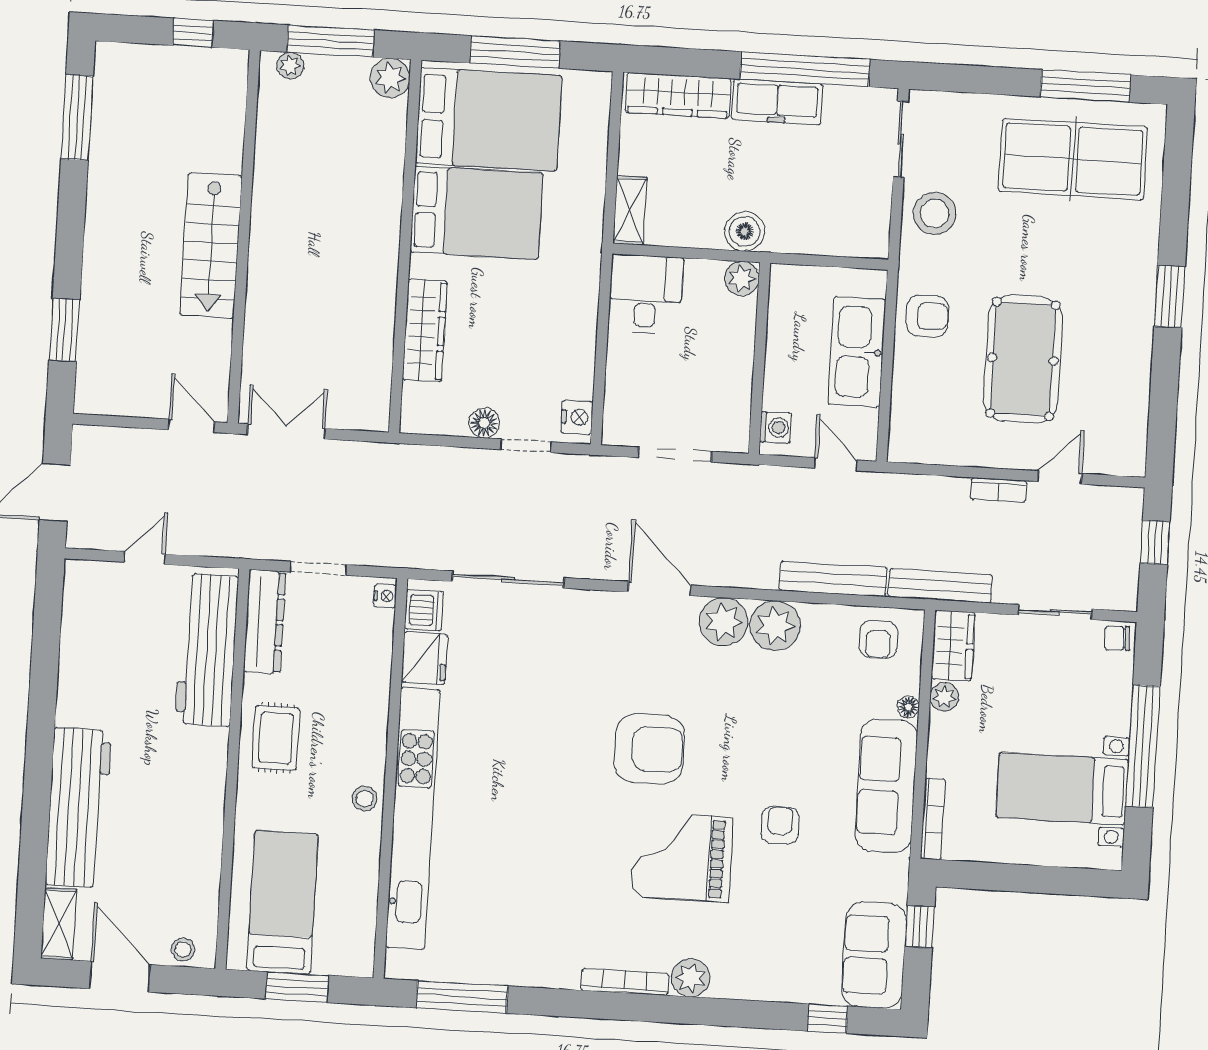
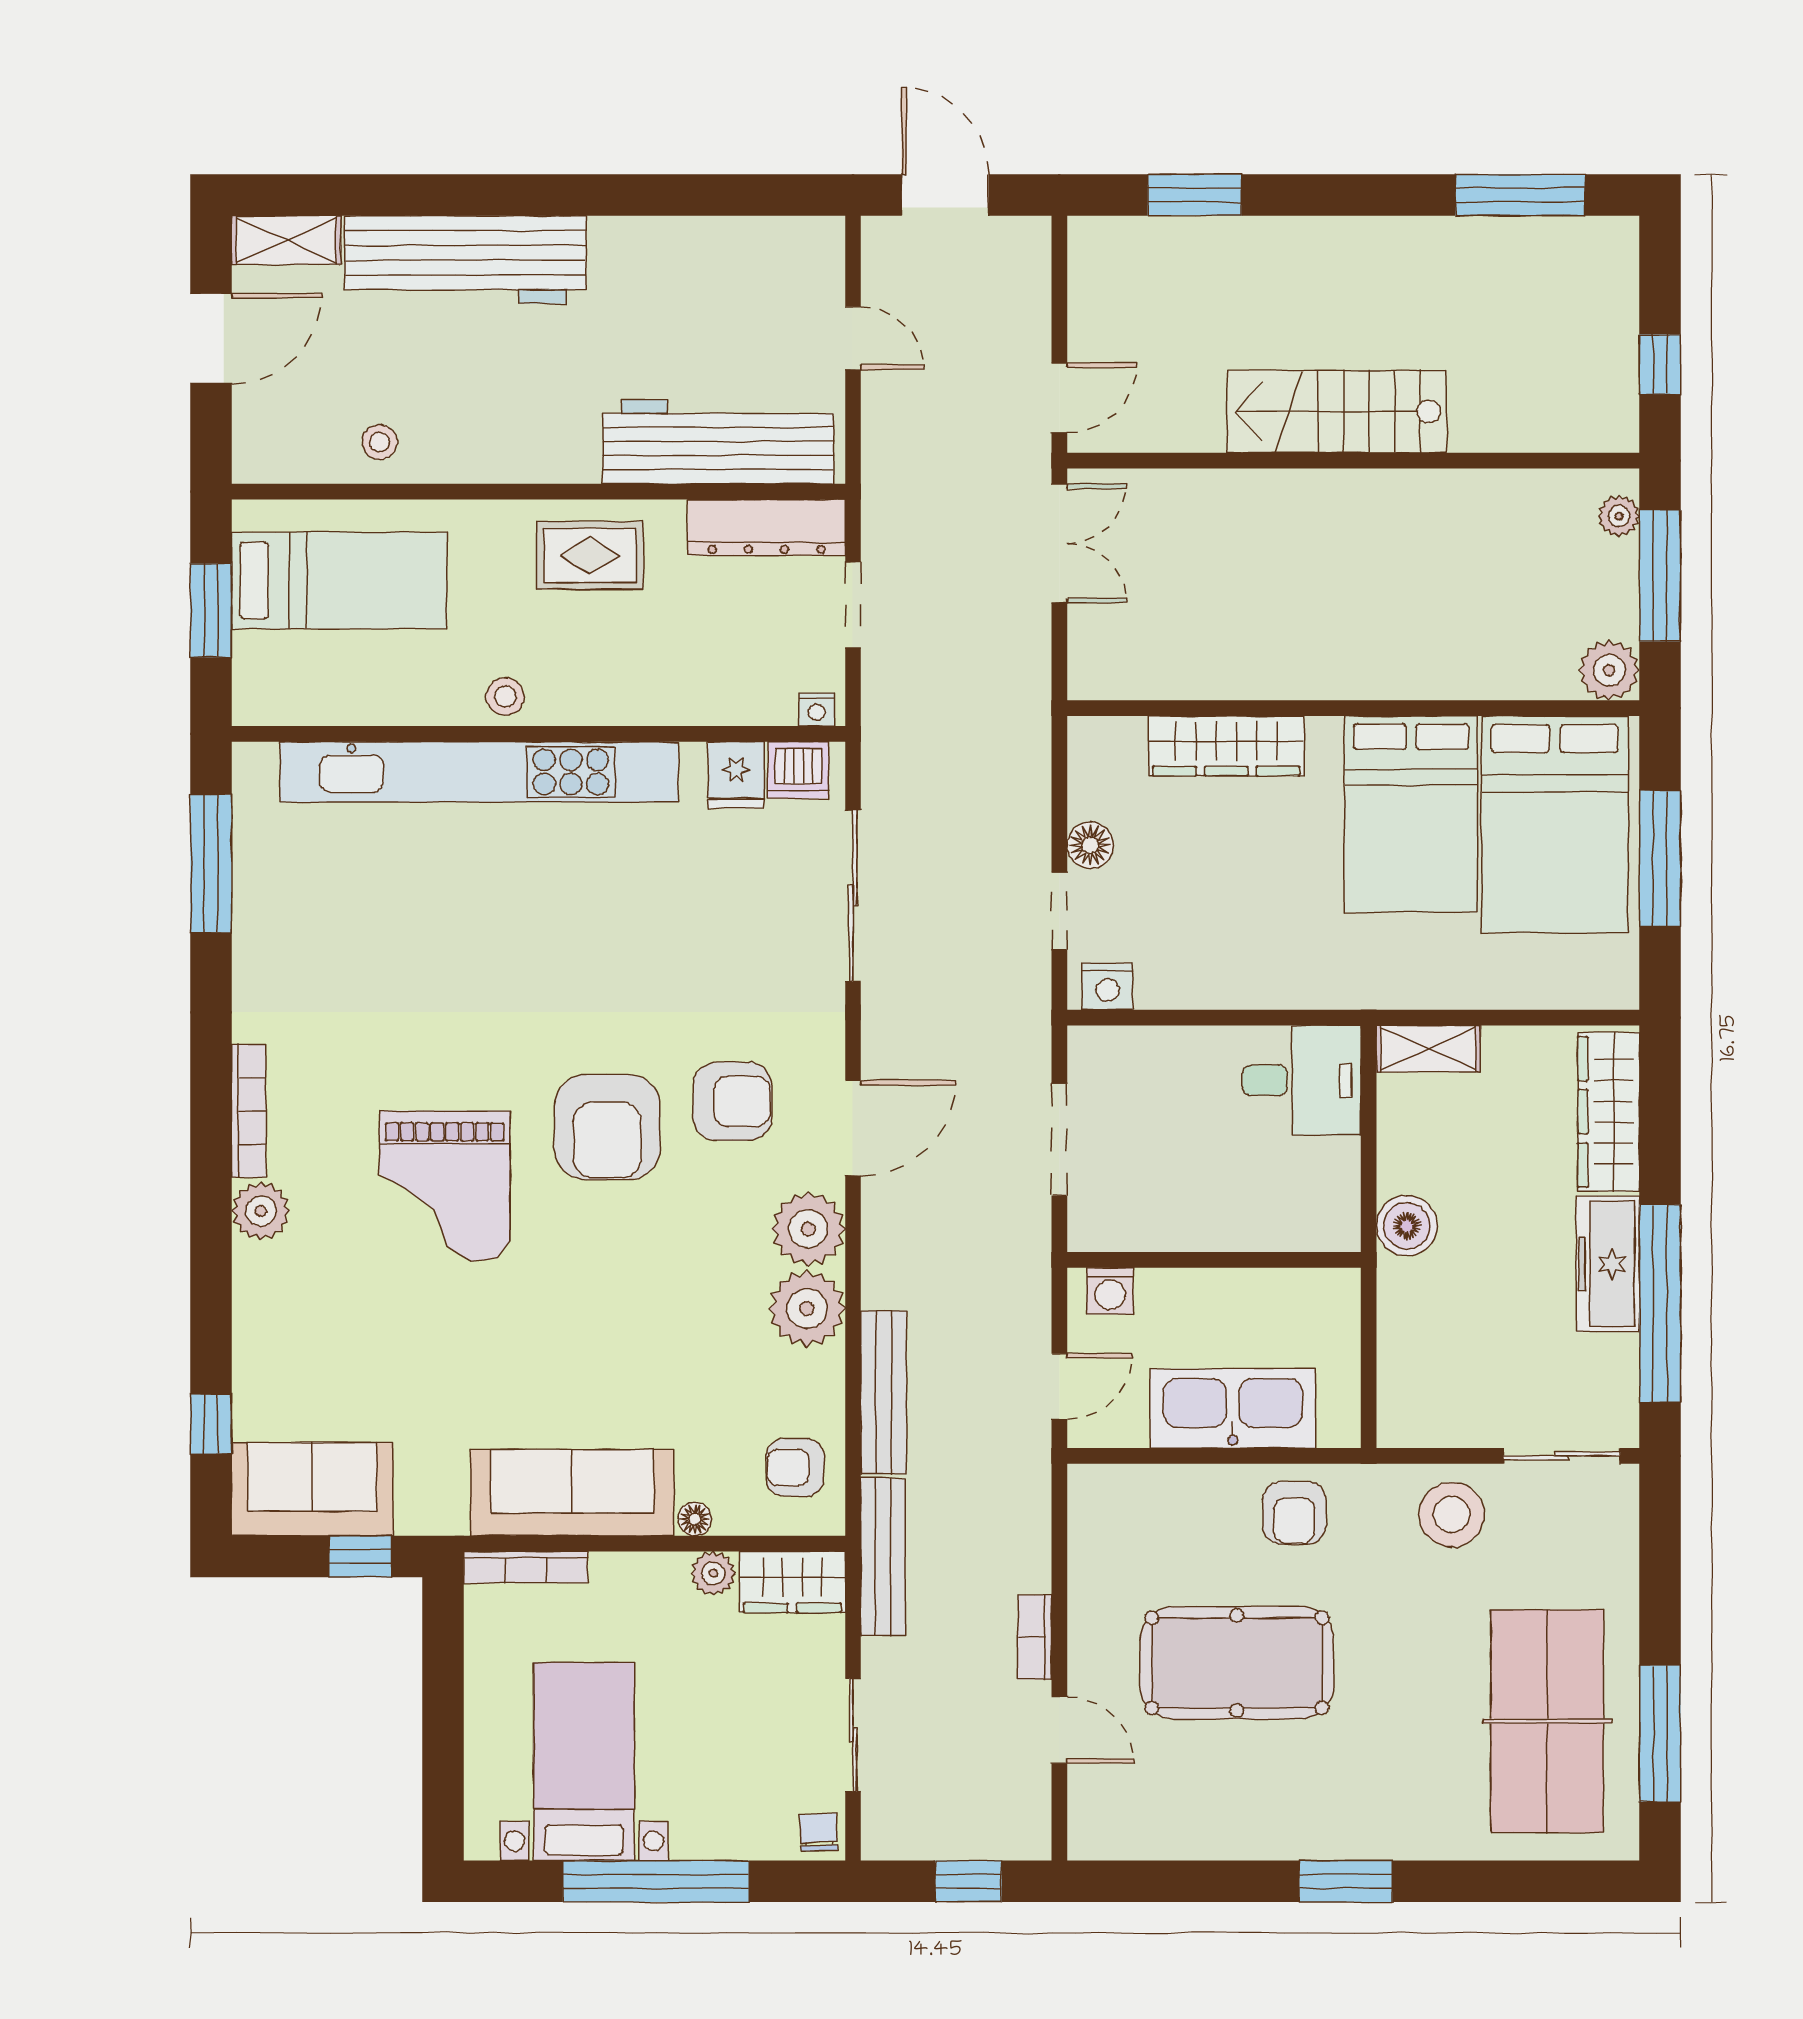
plant: (742, 278) -> (1335, 1226), removed
fridge: (424, 658) -> (736, 775), width x0.72
armchair: (780, 825) -> (733, 1101), moved, width x1.38, depth x1.38
grand piano: (681, 857) -> (445, 1186), turned 180
stool: (183, 949) -> (380, 442), moved

